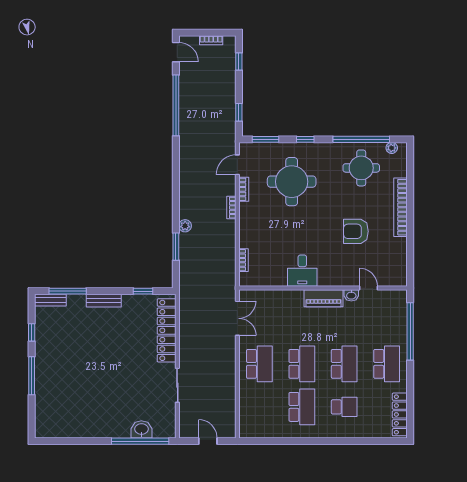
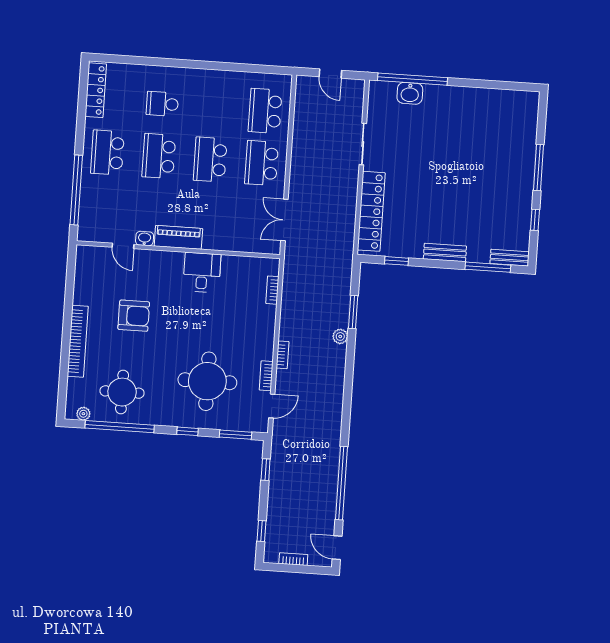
school desk: (302, 407) -> (265, 111), moved

